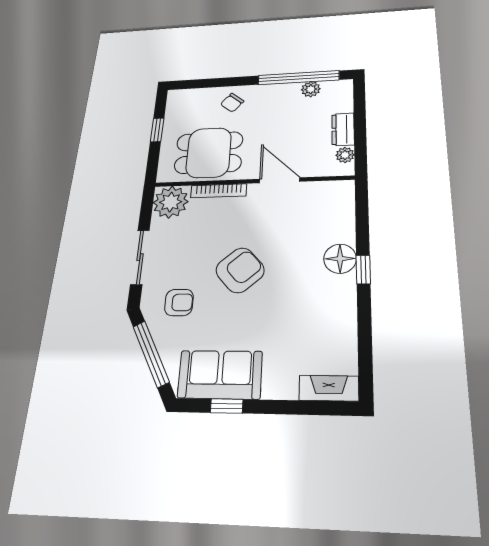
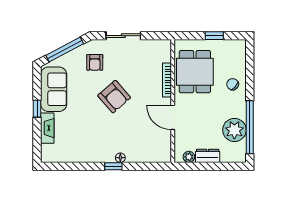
plant: (311, 89) -> (234, 130), width x1.88, depth x1.88
door: (280, 180) -> (173, 117), swing flipped
plant: (171, 202) -> (160, 50), removed
floor lamp: (340, 259) -> (120, 158), width x0.53, depth x0.53
fireplace: (329, 388) -> (47, 128), moved
window: (227, 406) -> (37, 109), moved

